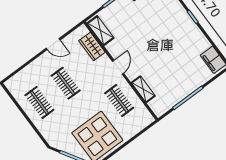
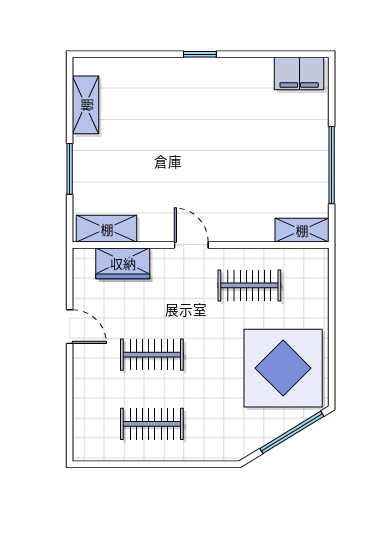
door: (53, 44) -> (70, 327), hinge flipped
shelving: (143, 89) -> (302, 230), moved

